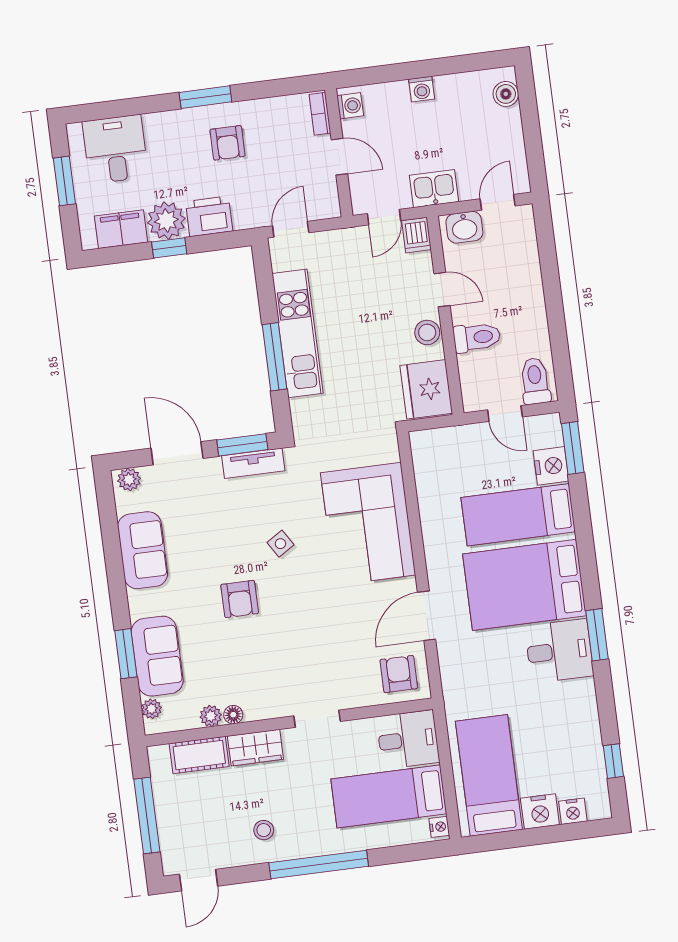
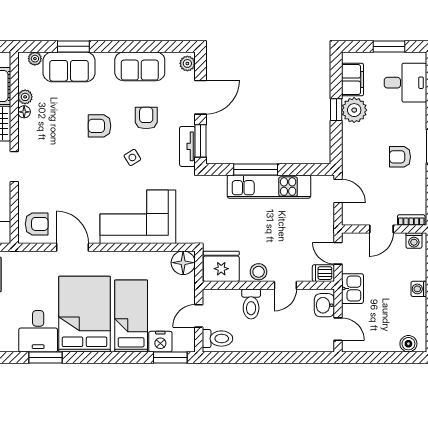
printer: (209, 216) -> (353, 138), removed
floor lamp: (428, 447) -> (183, 263), added
armchair: (219, 531) -> (146, 118), added

